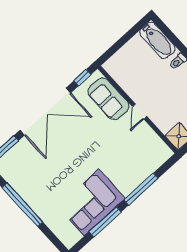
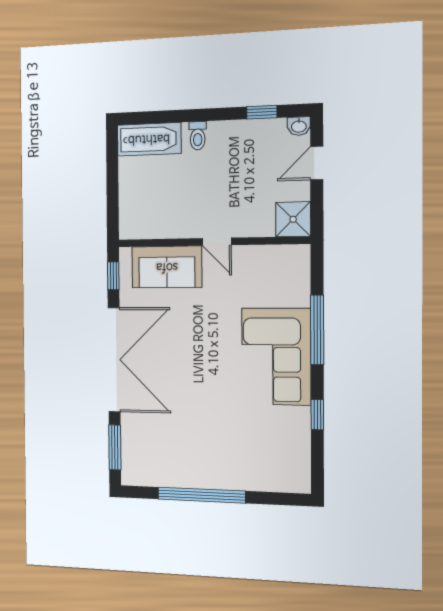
corner sofa: (91, 203) -> (276, 357), moved
window: (105, 222) -> (317, 415), width x0.46

